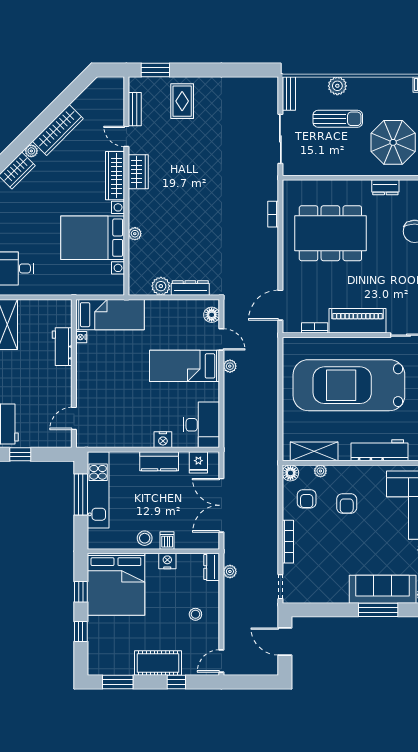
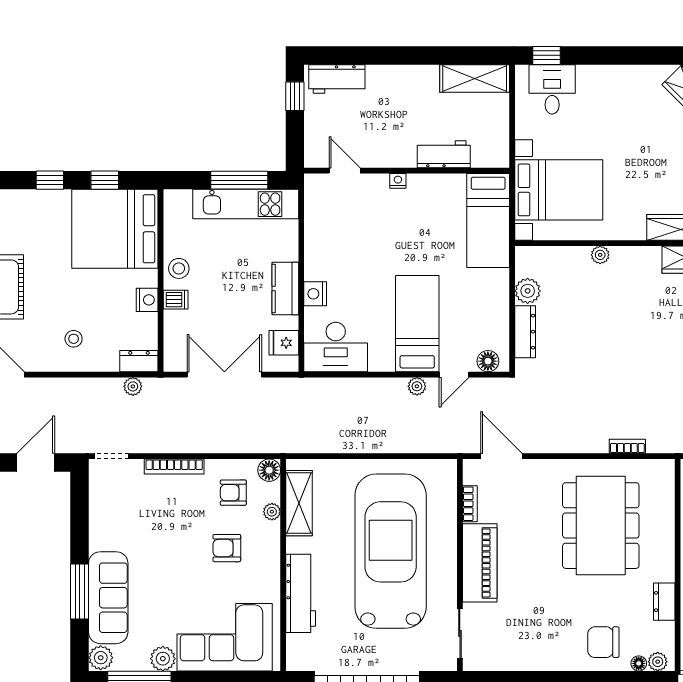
bed with nightstands: (93, 238) -> (559, 190), moved, turned 90
nightstand: (81, 337) -> (398, 181), moved

